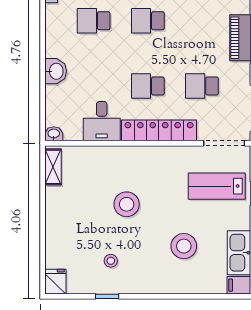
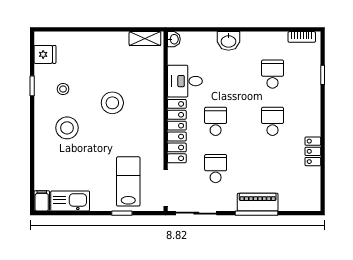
stool: (184, 246) -> (67, 128), moved
fridge: (55, 282) -> (45, 54), moved

